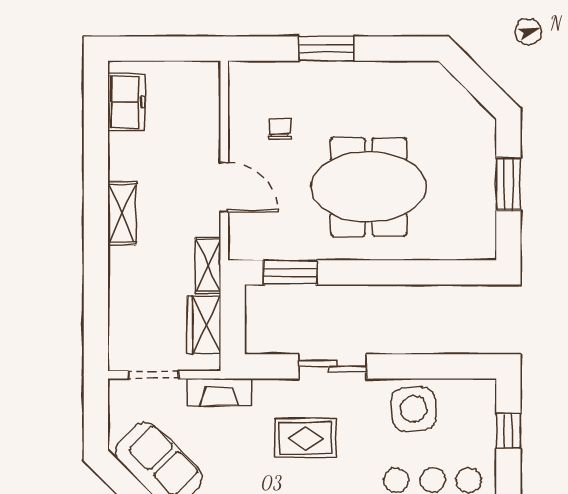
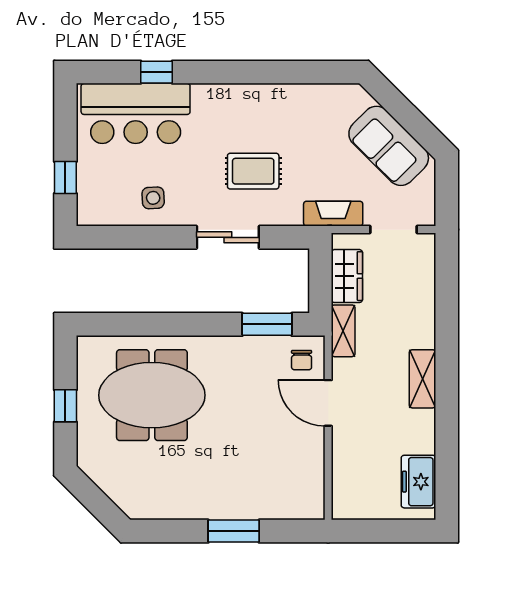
chair: (280, 129) -> (302, 360), moved
window: (508, 184) -> (65, 406), width x0.67
meeting table: (369, 187) -> (152, 395), moved
side table: (413, 409) -> (153, 198), width x0.54, depth x0.54

